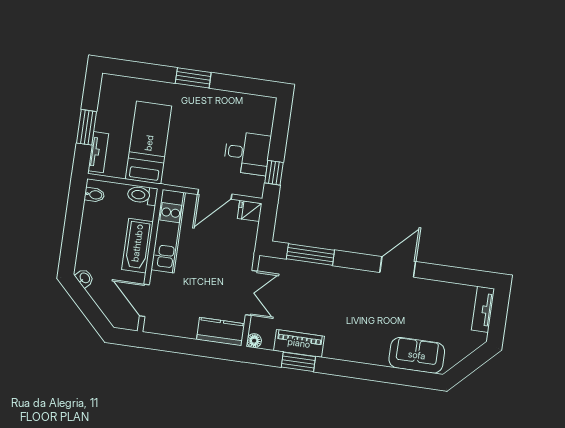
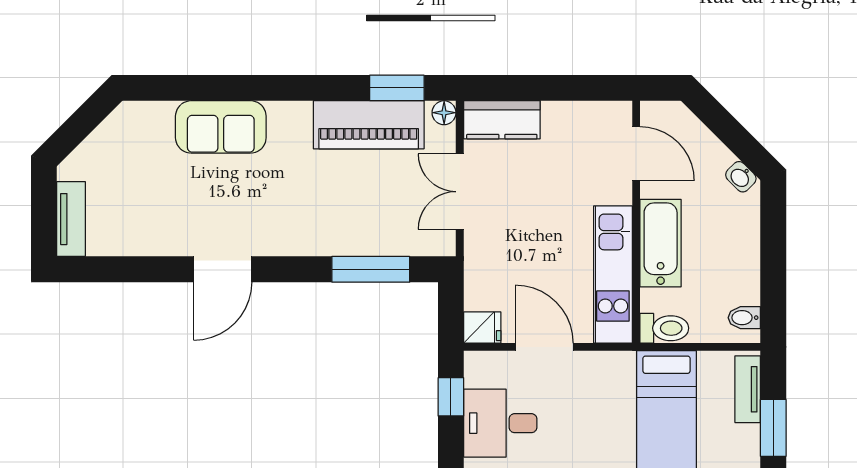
door: (215, 194) -> (544, 347), hinge flipped
piano: (299, 343) -> (369, 125), width x1.37, depth x1.33
sofa: (417, 355) -> (221, 127), moved
window: (298, 362) -> (397, 88), moved

